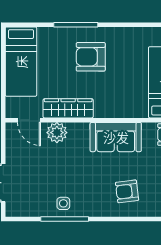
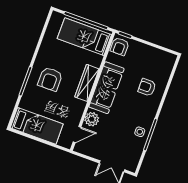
wardrobe: (68, 108) -> (87, 83), moved
sofa: (116, 137) -> (106, 88), width x1.36
armchair: (127, 191) -> (147, 87), turned 97

